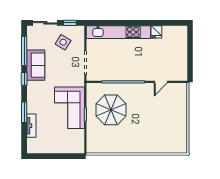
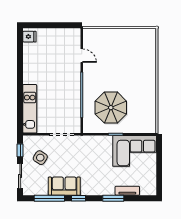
kitchen unit: (118, 32) -> (30, 109), width x0.73
fridge: (156, 32) -> (29, 37), moved
corner sofa: (69, 108) -> (135, 151), moved

